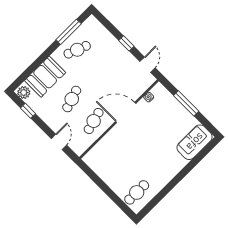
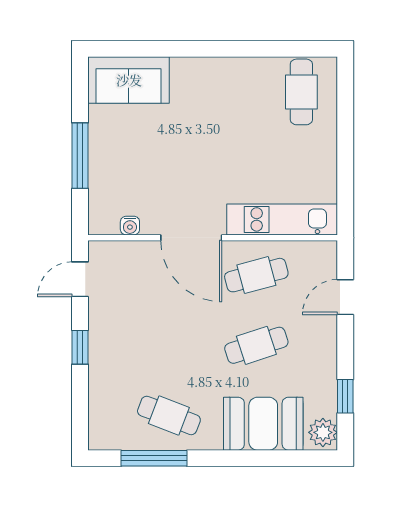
kitchen unit: (103, 146) -> (282, 219), added
cafe table: (137, 192) -> (301, 92), turned 90

